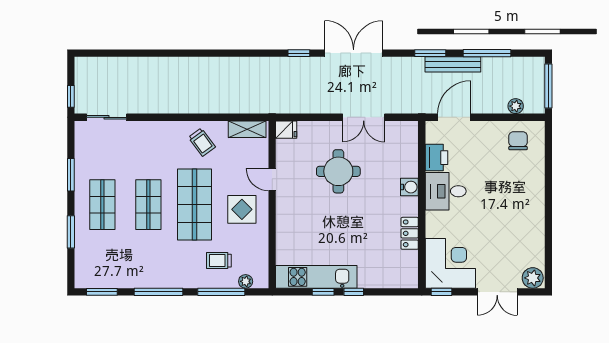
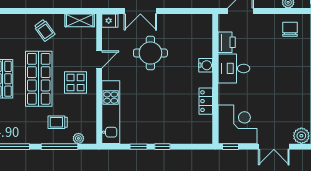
double door: (364, 117) -> (140, 11), moved
door: (272, 180) -> (99, 60), swing flipped
kitchen unit: (316, 277) -> (111, 112), moved, turned 90

